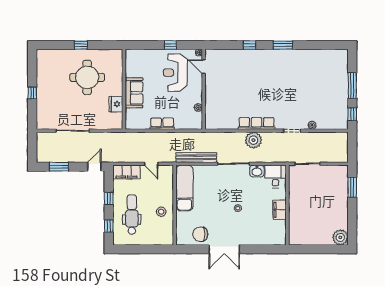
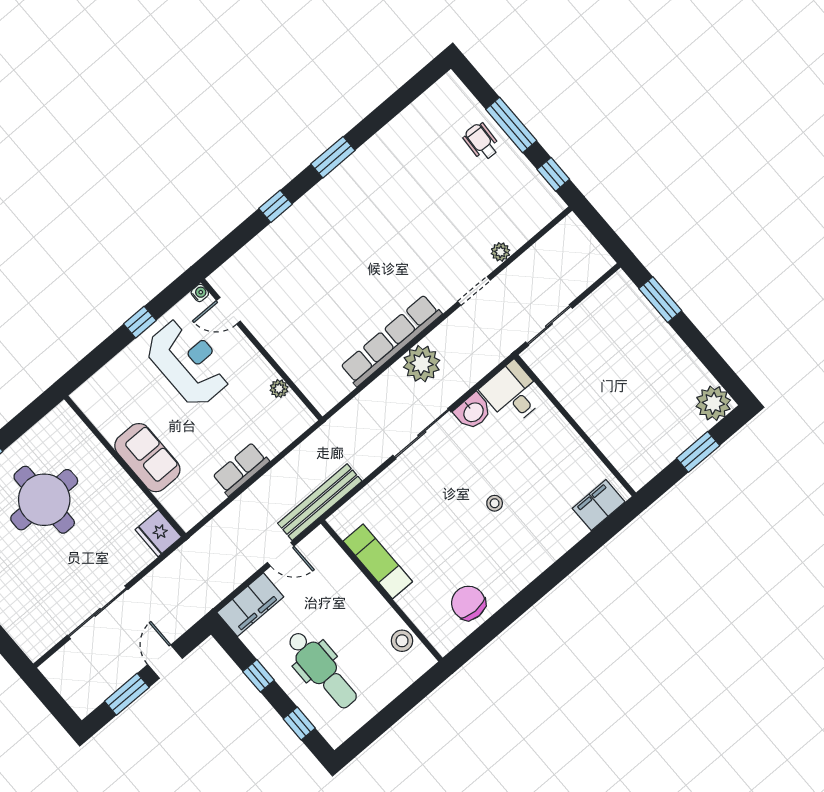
reception desk: (175, 73) -> (188, 362), turned 180
wheelchair: (337, 83) -> (481, 142), added
fridge: (116, 104) -> (158, 533), moved
row of seats: (256, 123) -> (391, 340), width x1.36
bench: (196, 157) -> (320, 502), moved
door: (94, 167) -> (165, 662), moved
exam couch: (184, 188) -> (378, 561), width x0.73, depth x0.69
filing cabinet: (280, 210) -> (599, 505), moved, turned 90
stool: (161, 212) -> (402, 641), moved
dental chair: (132, 215) -> (322, 670), turned 180
chair: (200, 234) -> (468, 603), turned 90
double door: (224, 249) -> (532, 594), removed
window: (321, 249) -> (698, 452), added

